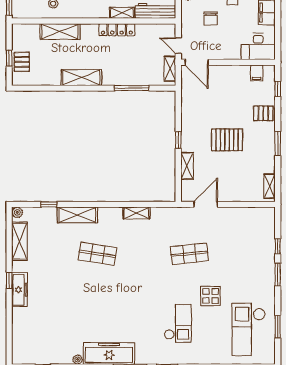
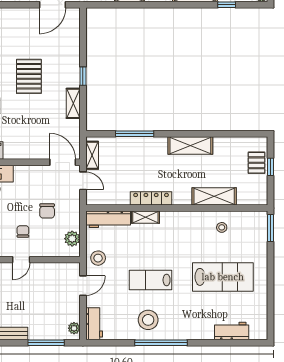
chair: (211, 18) -> (47, 211), turned 180
pallet: (227, 140) -> (29, 76), turned 90
shelving: (187, 166) -> (73, 103), moved

